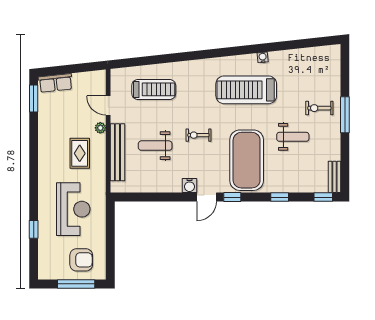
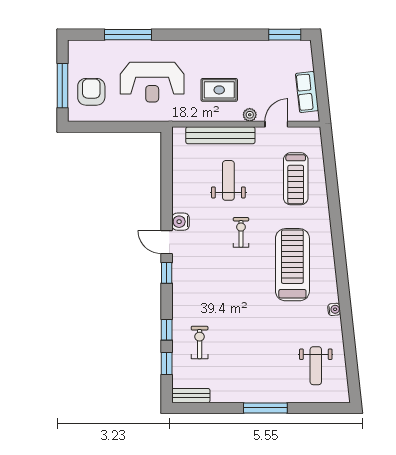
row of seats: (55, 83) -> (307, 92), moved
treadmill: (246, 90) -> (292, 265), moved
exercise bike: (319, 108) -> (200, 342), moved
weight bench: (293, 137) -> (316, 366), moved
exercise mat: (247, 160) -> (211, 290), removed
window: (323, 197) -> (167, 364), moved
window: (34, 229) -> (128, 35), width x2.17
armchair: (81, 260) -> (91, 92), turned 180

